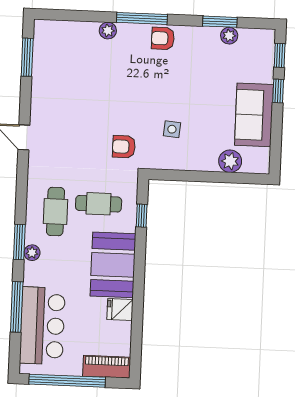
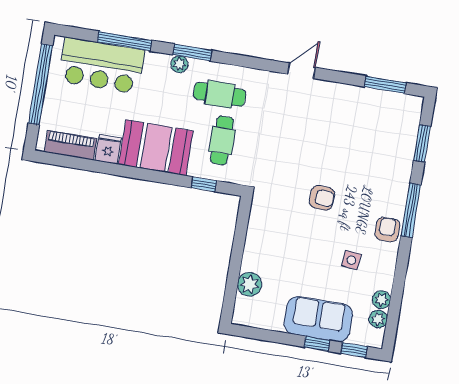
window: (220, 22) -> (422, 143), moved
plant: (108, 31) -> (378, 319), moved
sofa: (254, 115) -> (318, 319), moved
side table: (172, 129) -> (351, 260), moved
armchair: (124, 147) -> (322, 198), moved, turned 93
piano: (107, 367) -> (70, 145), moved, turned -90

